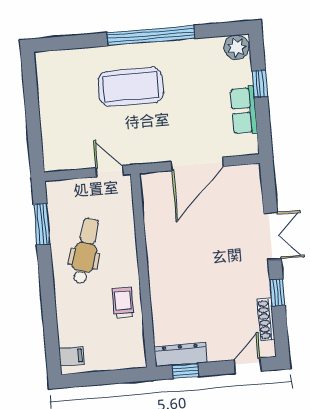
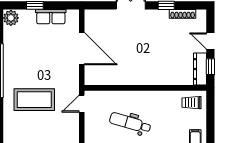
coffee table: (131, 87) -> (34, 100), moved, turned 90
trolley: (123, 303) -> (191, 103), moved
door: (248, 366) -> (210, 41), moved

